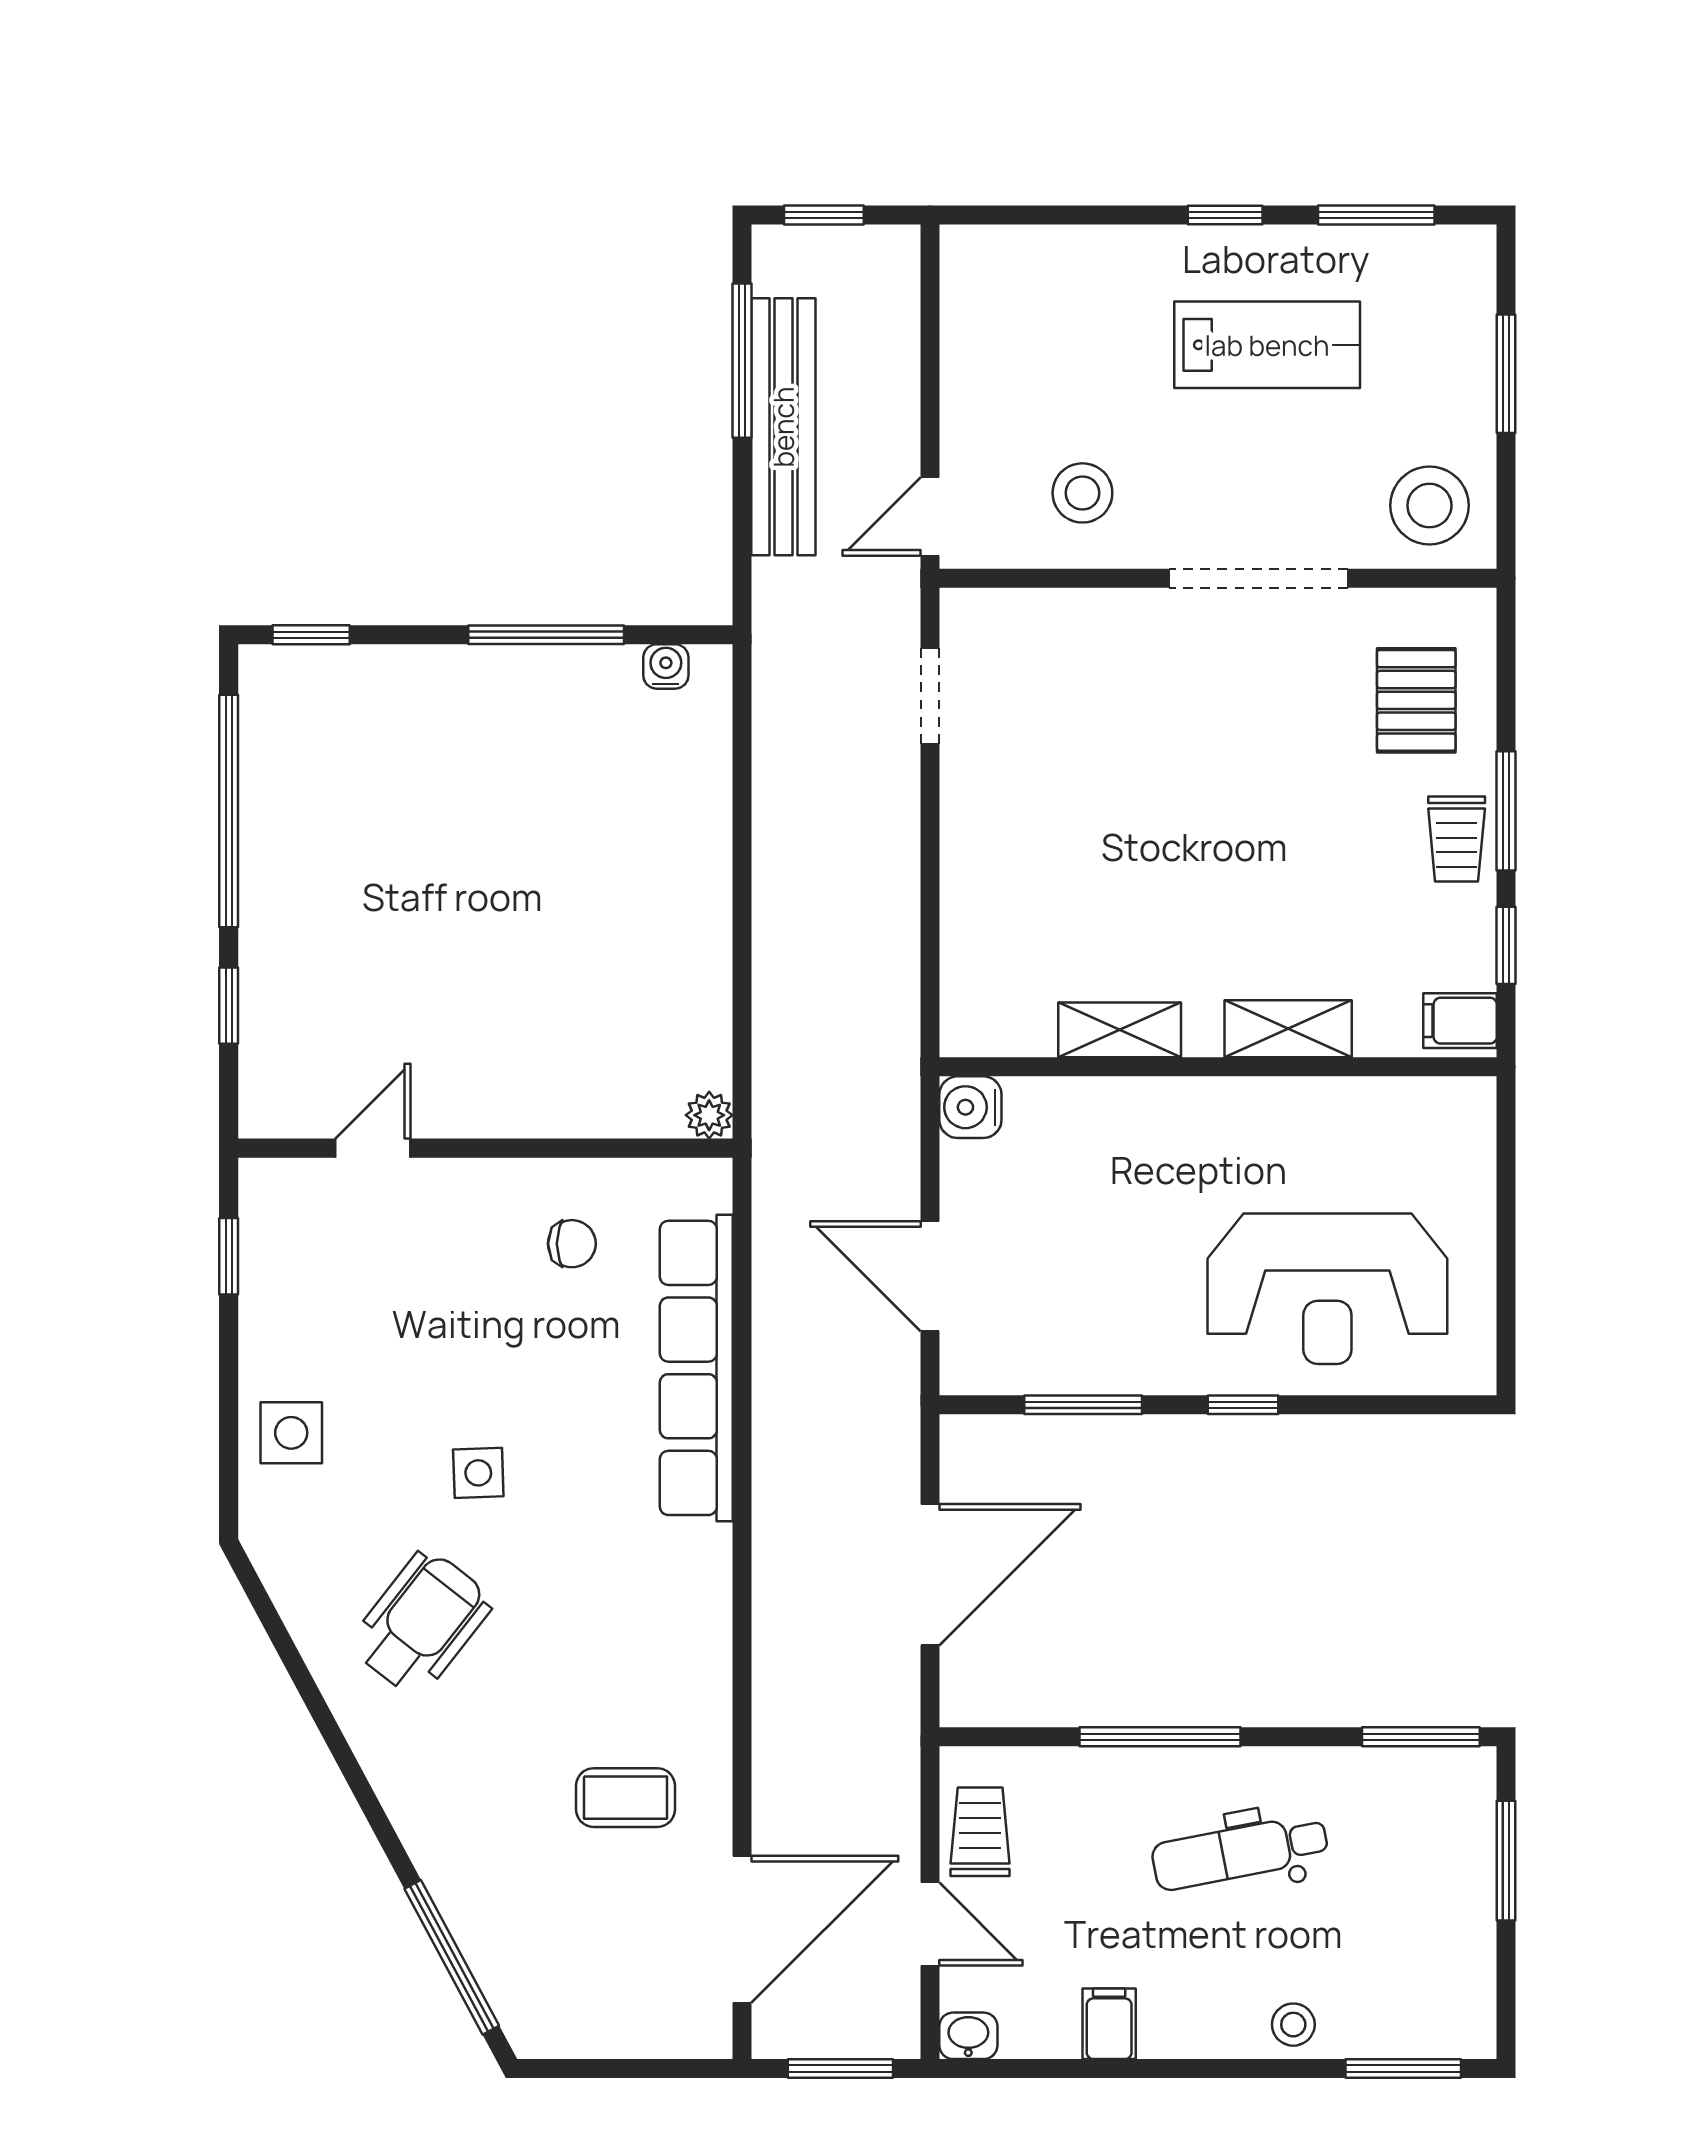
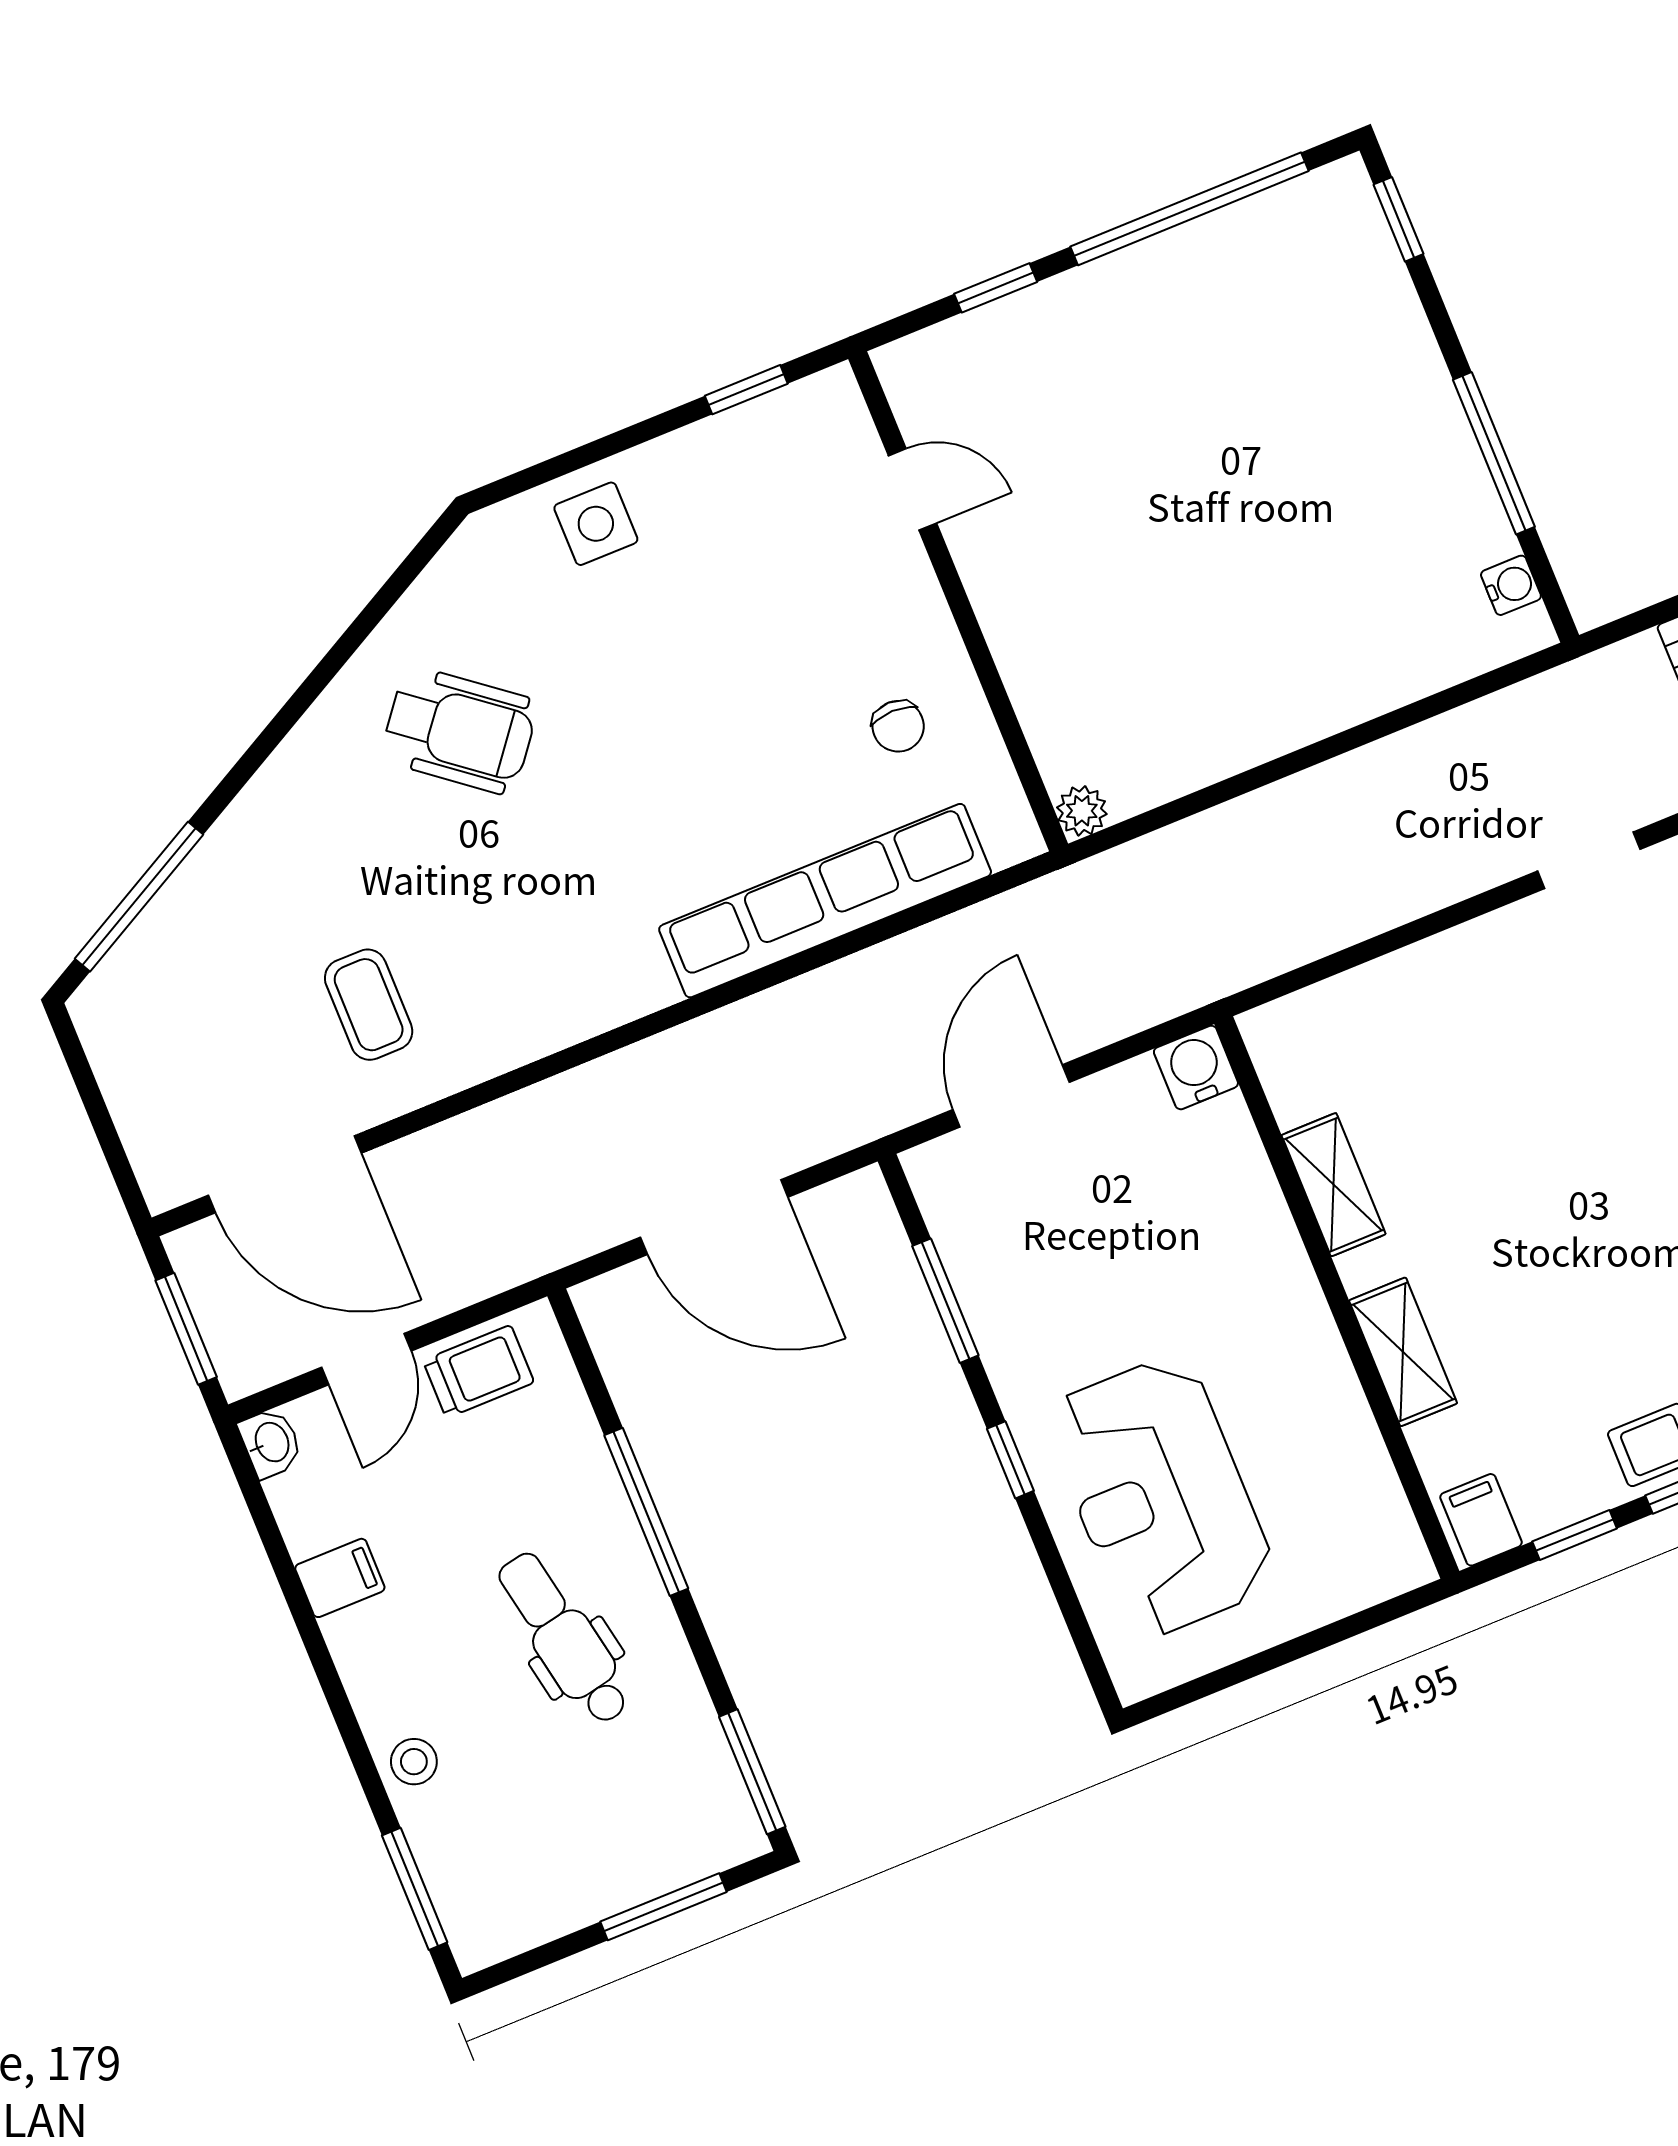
side table: (478, 1473) -> (632, 726), removed

